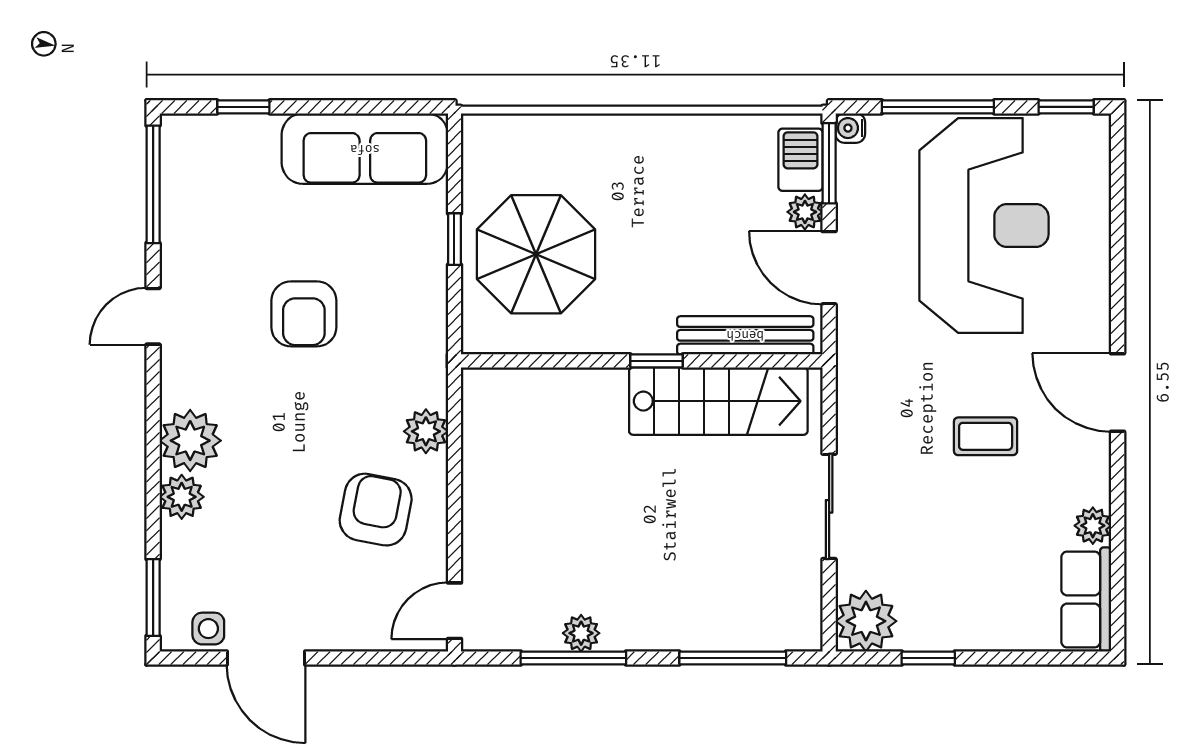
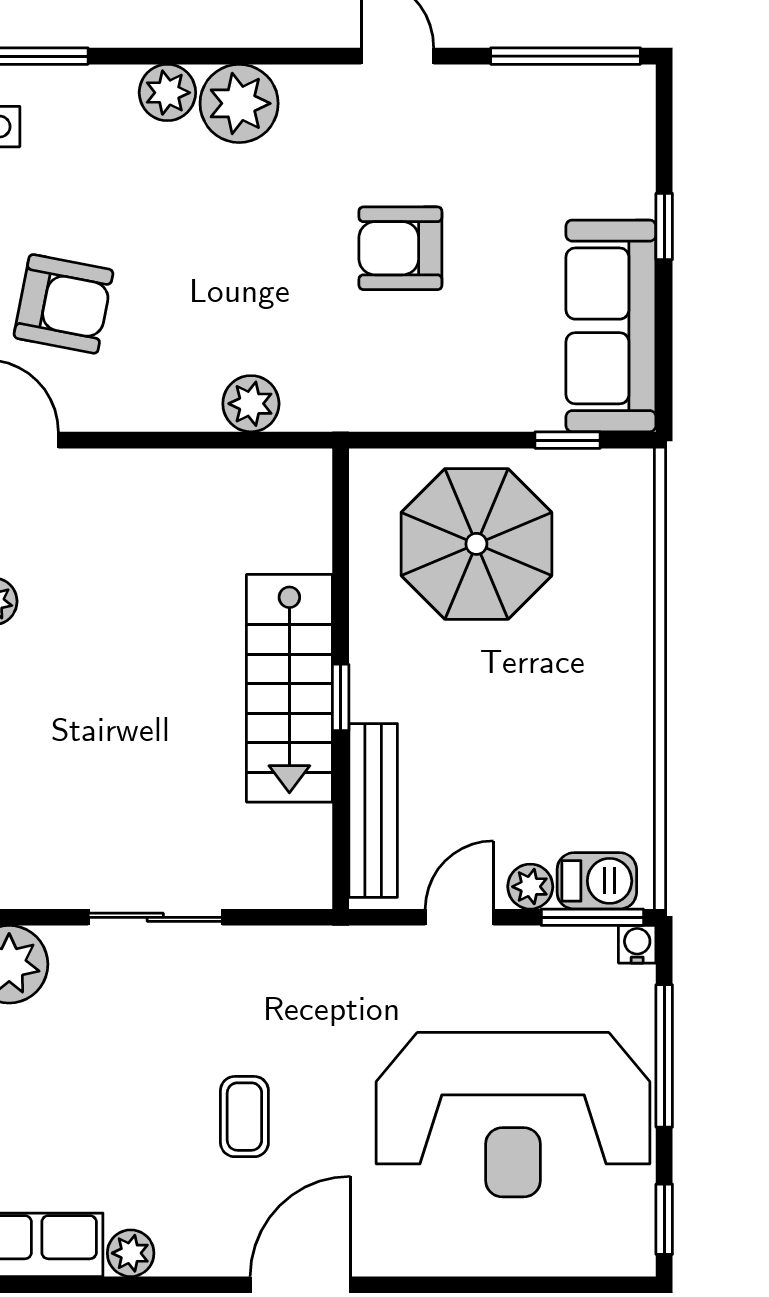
window: (243, 107) -> (664, 227), moved
window: (454, 239) -> (568, 440), moved
door: (829, 268) -> (459, 917), width x0.73
stairs: (718, 401) -> (289, 688), moved
armchair: (376, 510) -> (64, 304), moved

